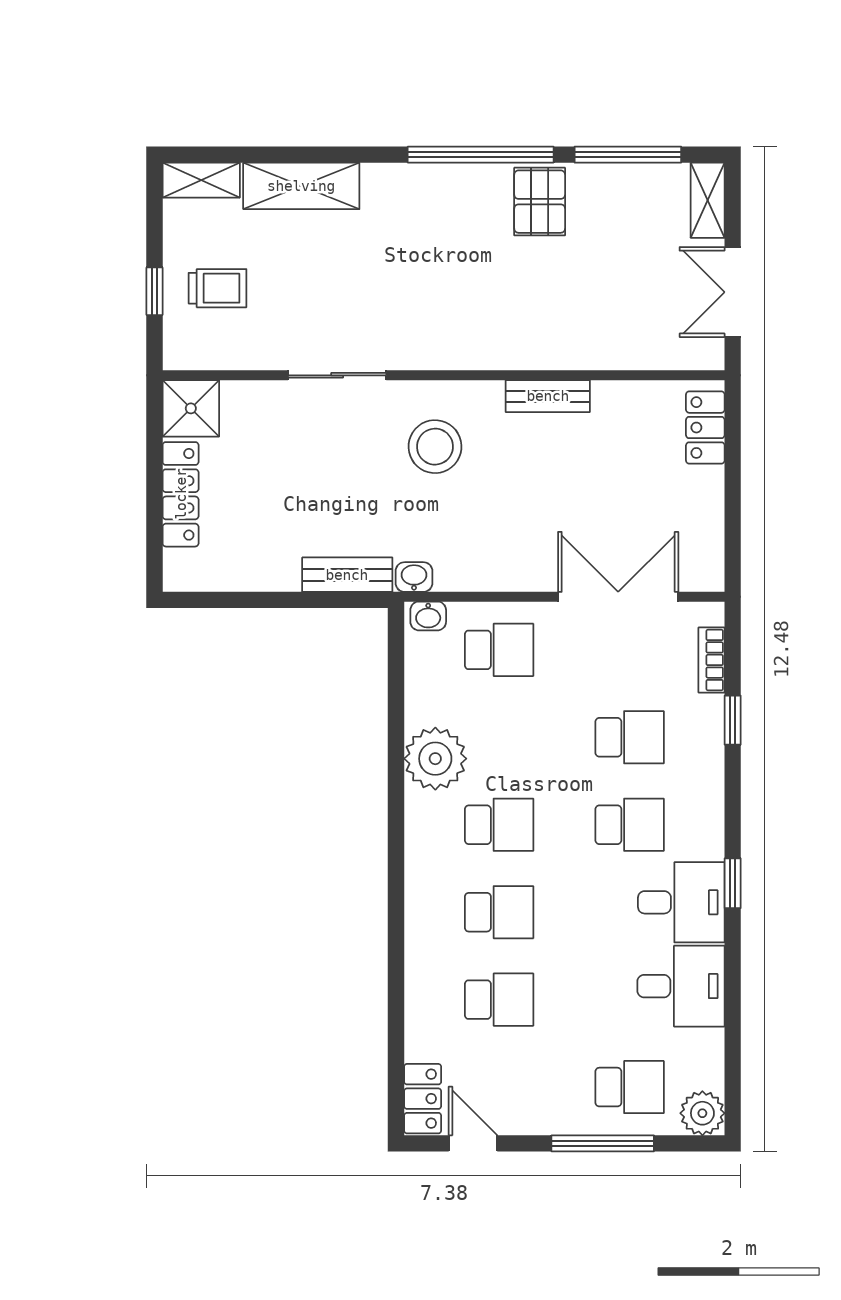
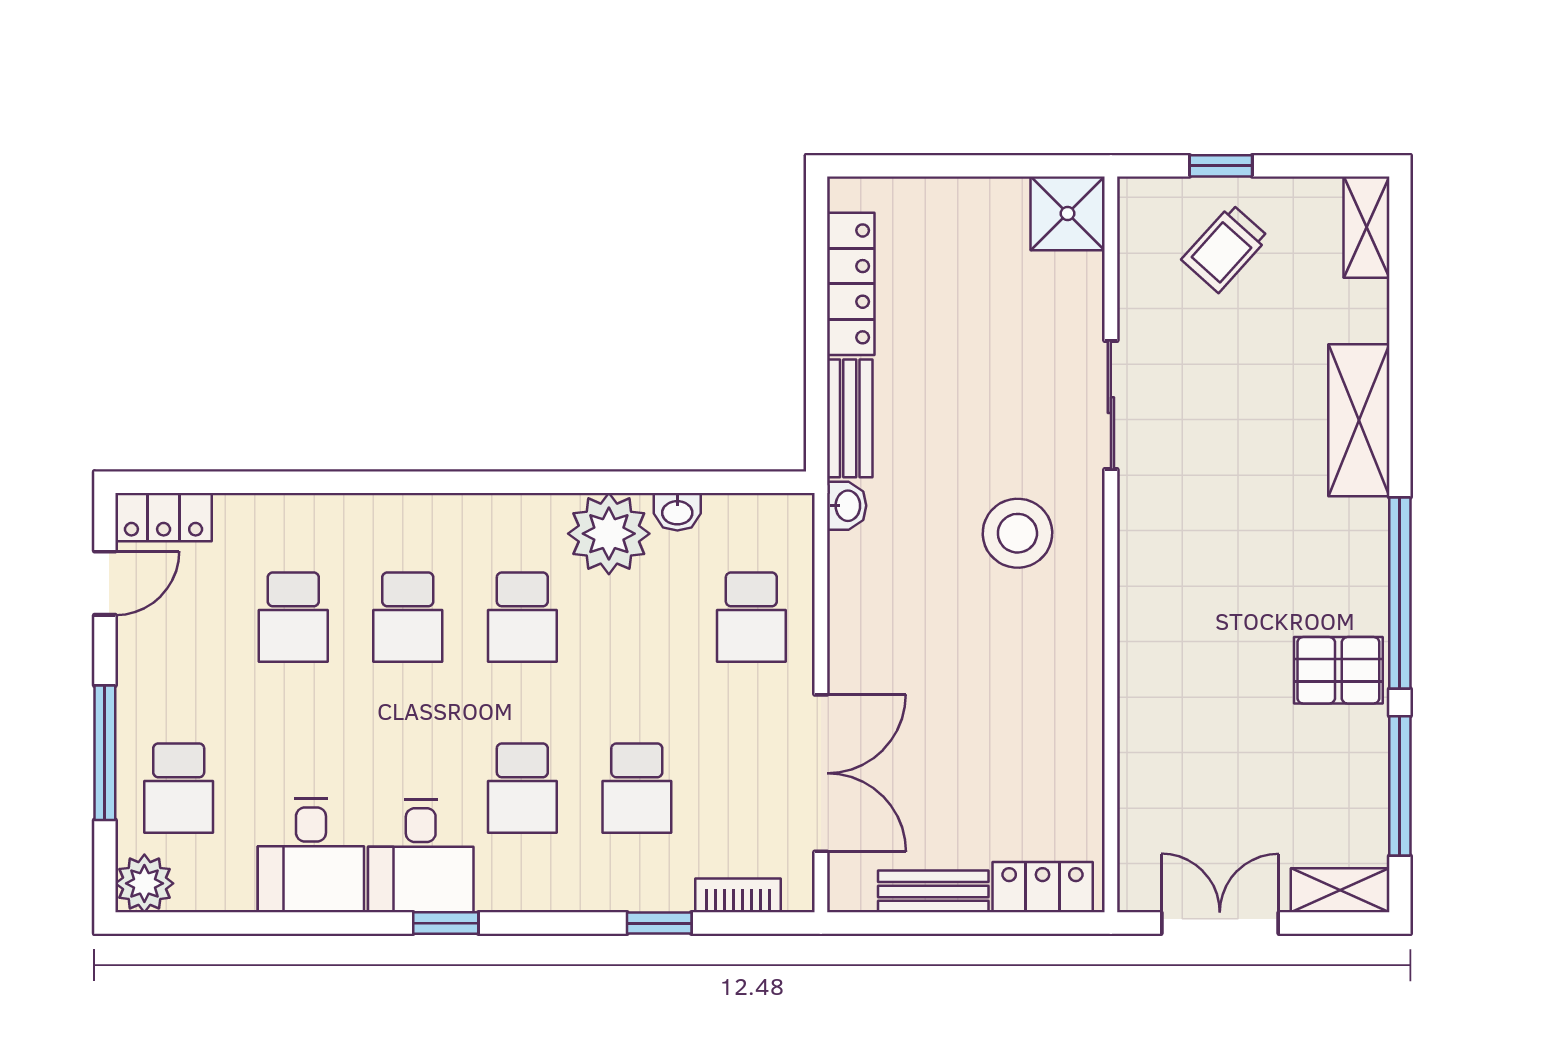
shelving: (301, 186) -> (1359, 420), moved
trolley: (217, 288) -> (1225, 248), turned 42
bench: (548, 396) -> (933, 891), moved, turned 90
locker: (181, 494) -> (851, 284), moved, turned -90
washbasin: (428, 616) -> (677, 512), moved, turned -90

